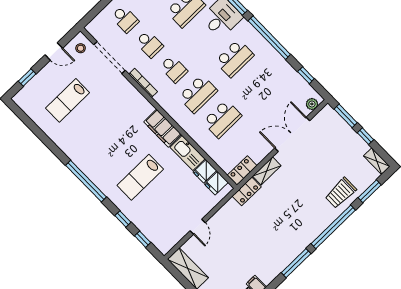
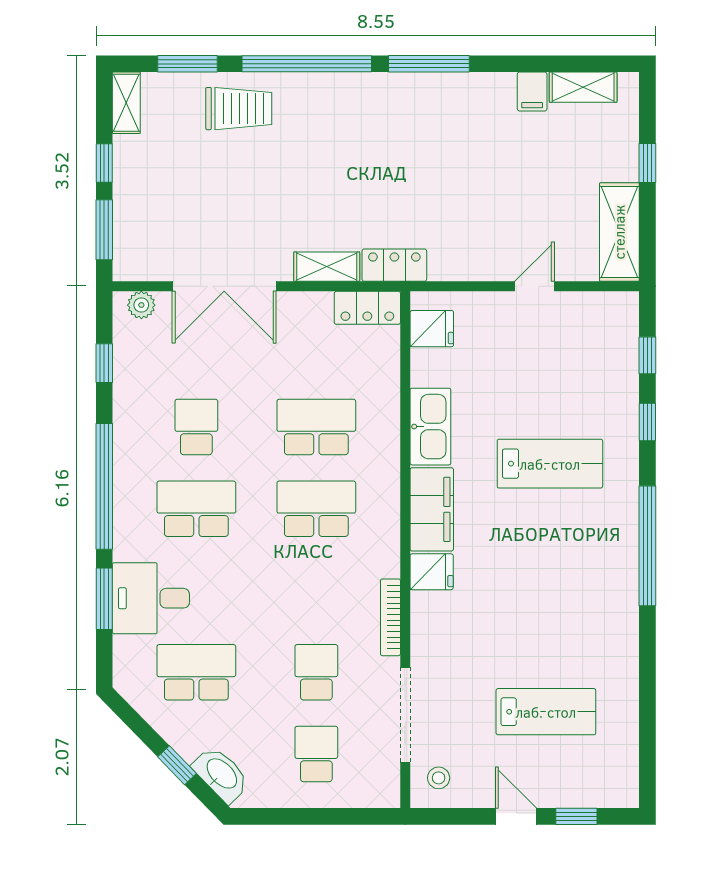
door: (54, 51) -> (516, 816), moved
school desk: (174, 69) -> (196, 427), moved
fridge: (205, 171) -> (432, 572), moved

